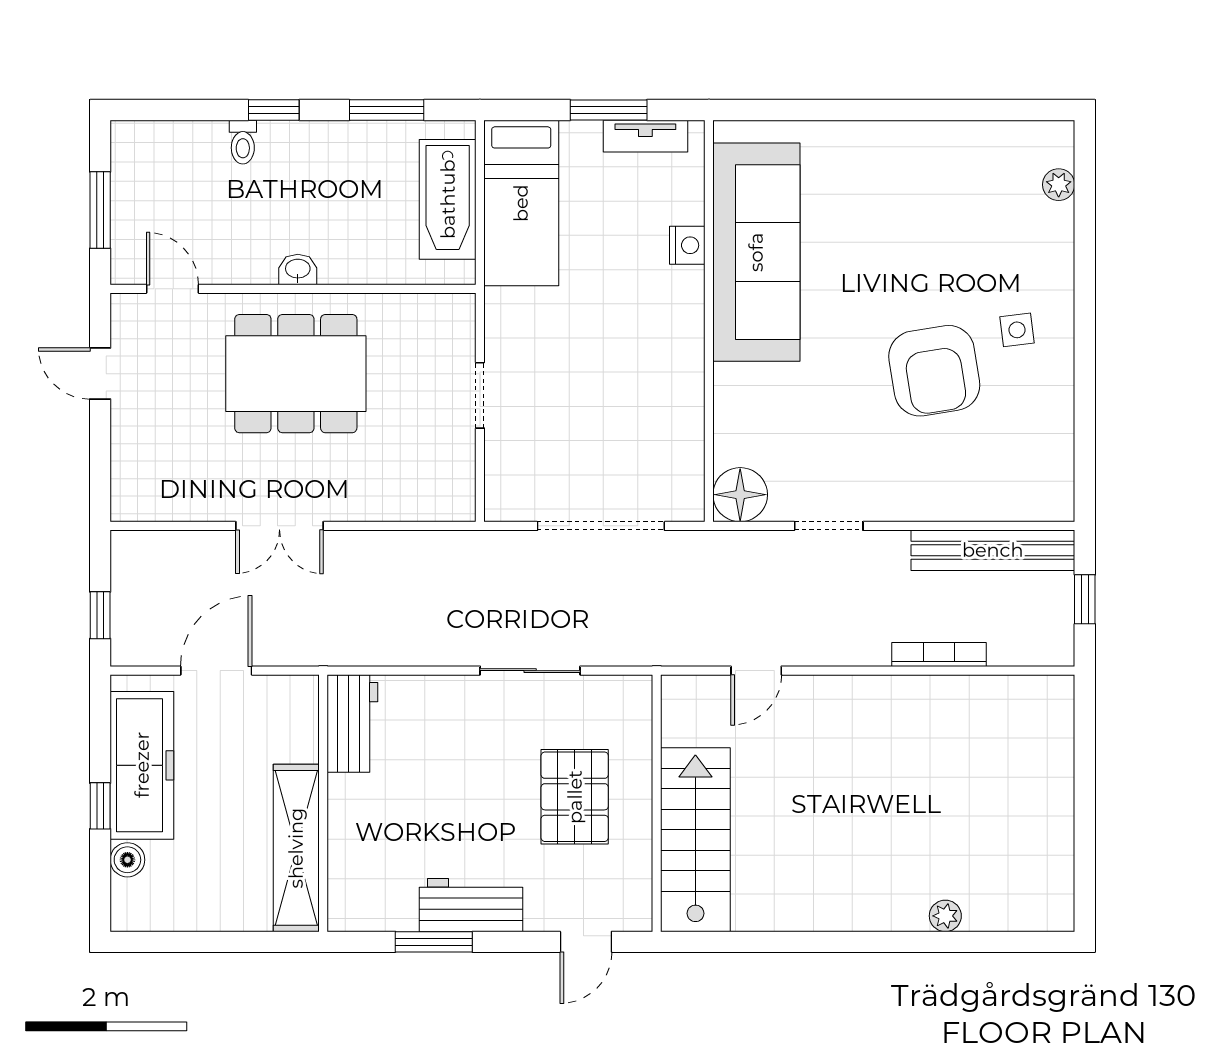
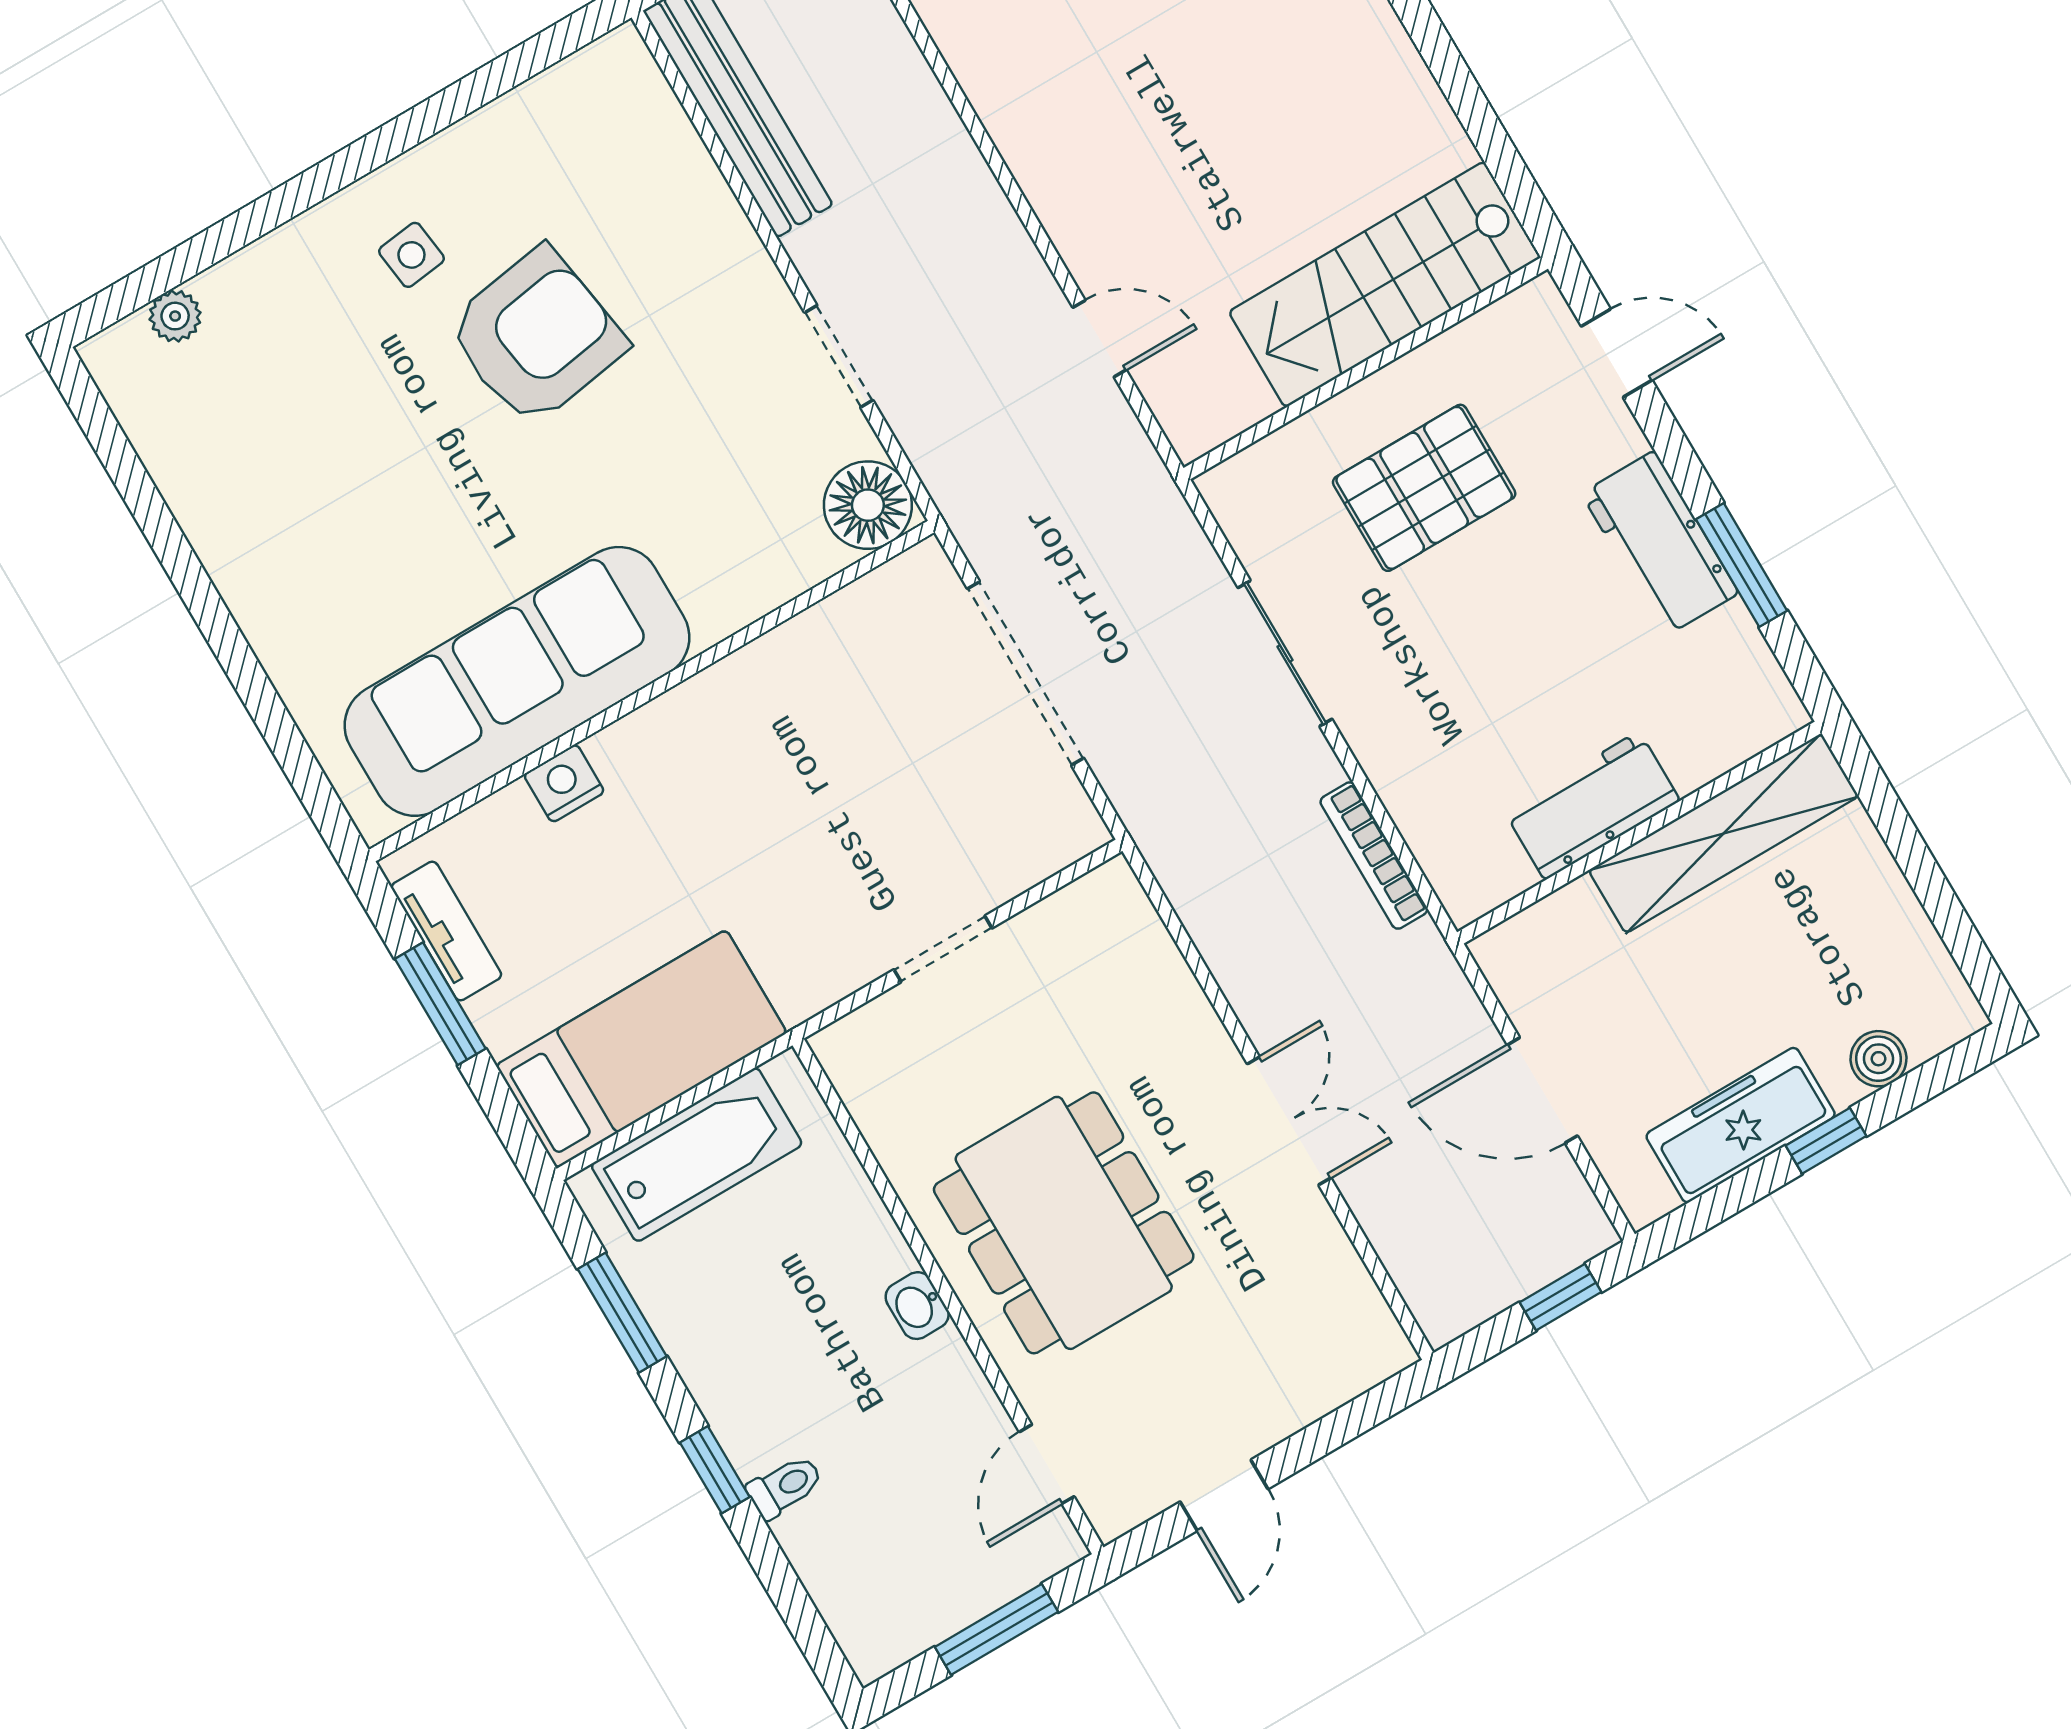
bookcase: (939, 654) -> (1374, 856), moved
workbench: (352, 723) -> (1592, 806), moved
freezer: (142, 765) -> (1741, 1125), width x0.73, depth x0.79

